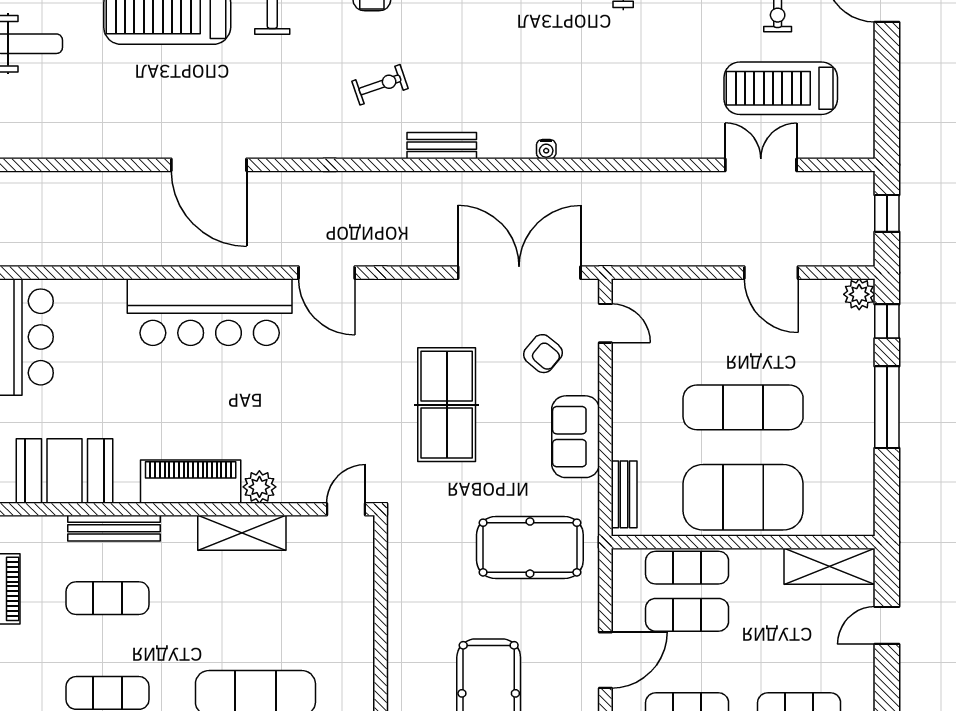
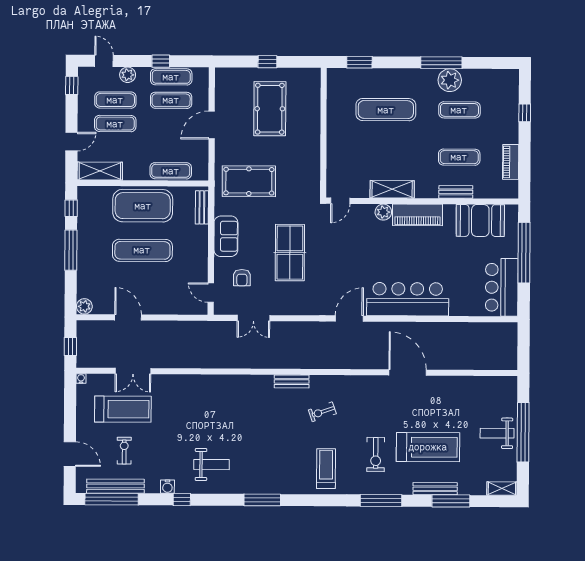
water cooler: (546, 149) -> (81, 379), moved
door: (327, 273) -> (349, 319), hinge flipped
double door: (519, 273) -> (253, 318), width x0.54
window: (887, 321) -> (71, 208), moved
armchair: (543, 354) -> (242, 278), turned -130
bench: (114, 528) -> (456, 192), width x0.73
exercise mat: (687, 615) -> (115, 124), moved

